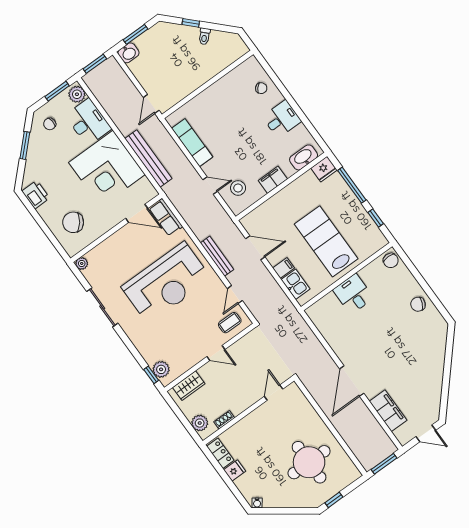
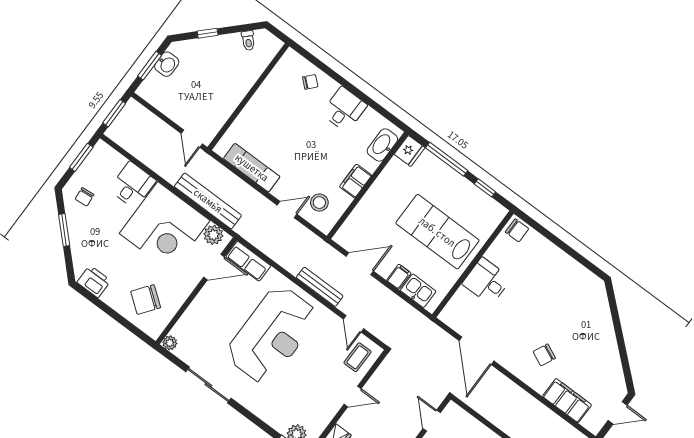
toilet: (204, 36) -> (248, 40), moved
washbasin: (129, 53) -> (167, 64), moved
plant: (77, 94) -> (213, 235), moved
desk: (88, 122) -> (132, 185), width x0.73
chair: (418, 304) -> (544, 355), moved
door: (352, 381) -> (476, 351), moved

